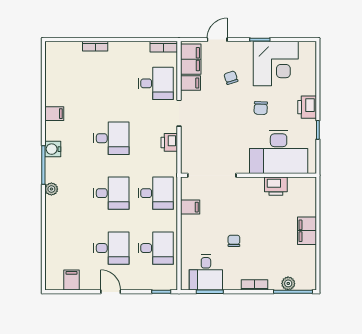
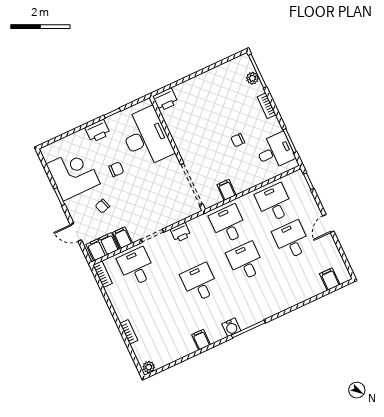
printer: (276, 186) -> (165, 99), moved, turned 90
plant: (51, 189) -> (149, 367), moved
filing cabinet: (307, 231) -> (201, 83), removed
filing cabinet: (72, 280) -> (330, 279), moved, turned 90

